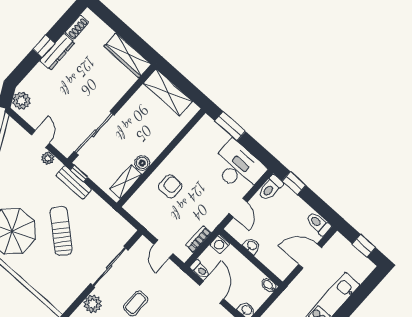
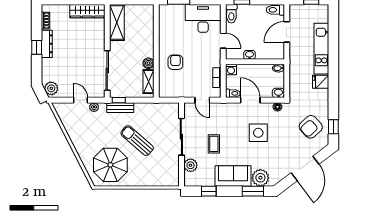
shelving: (168, 92) -> (117, 23), moved, turned 90

